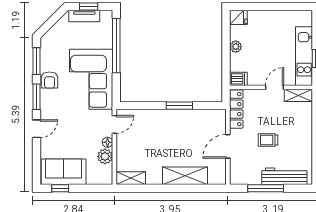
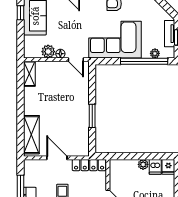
plant: (107, 33) -> (155, 53), added
dishwasher: (238, 79) -> (155, 167), moved
shelving: (185, 176) -> (31, 135), moved

